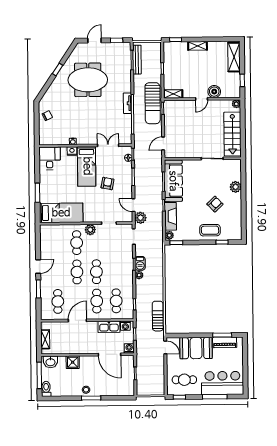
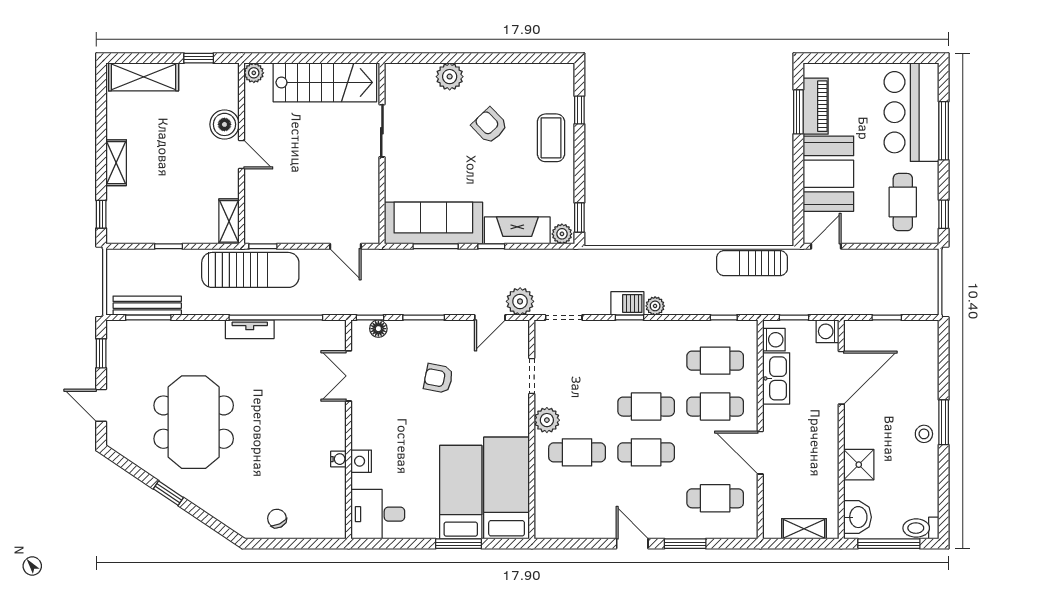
bed: (87, 166) -> (461, 492), moved, turned -90

